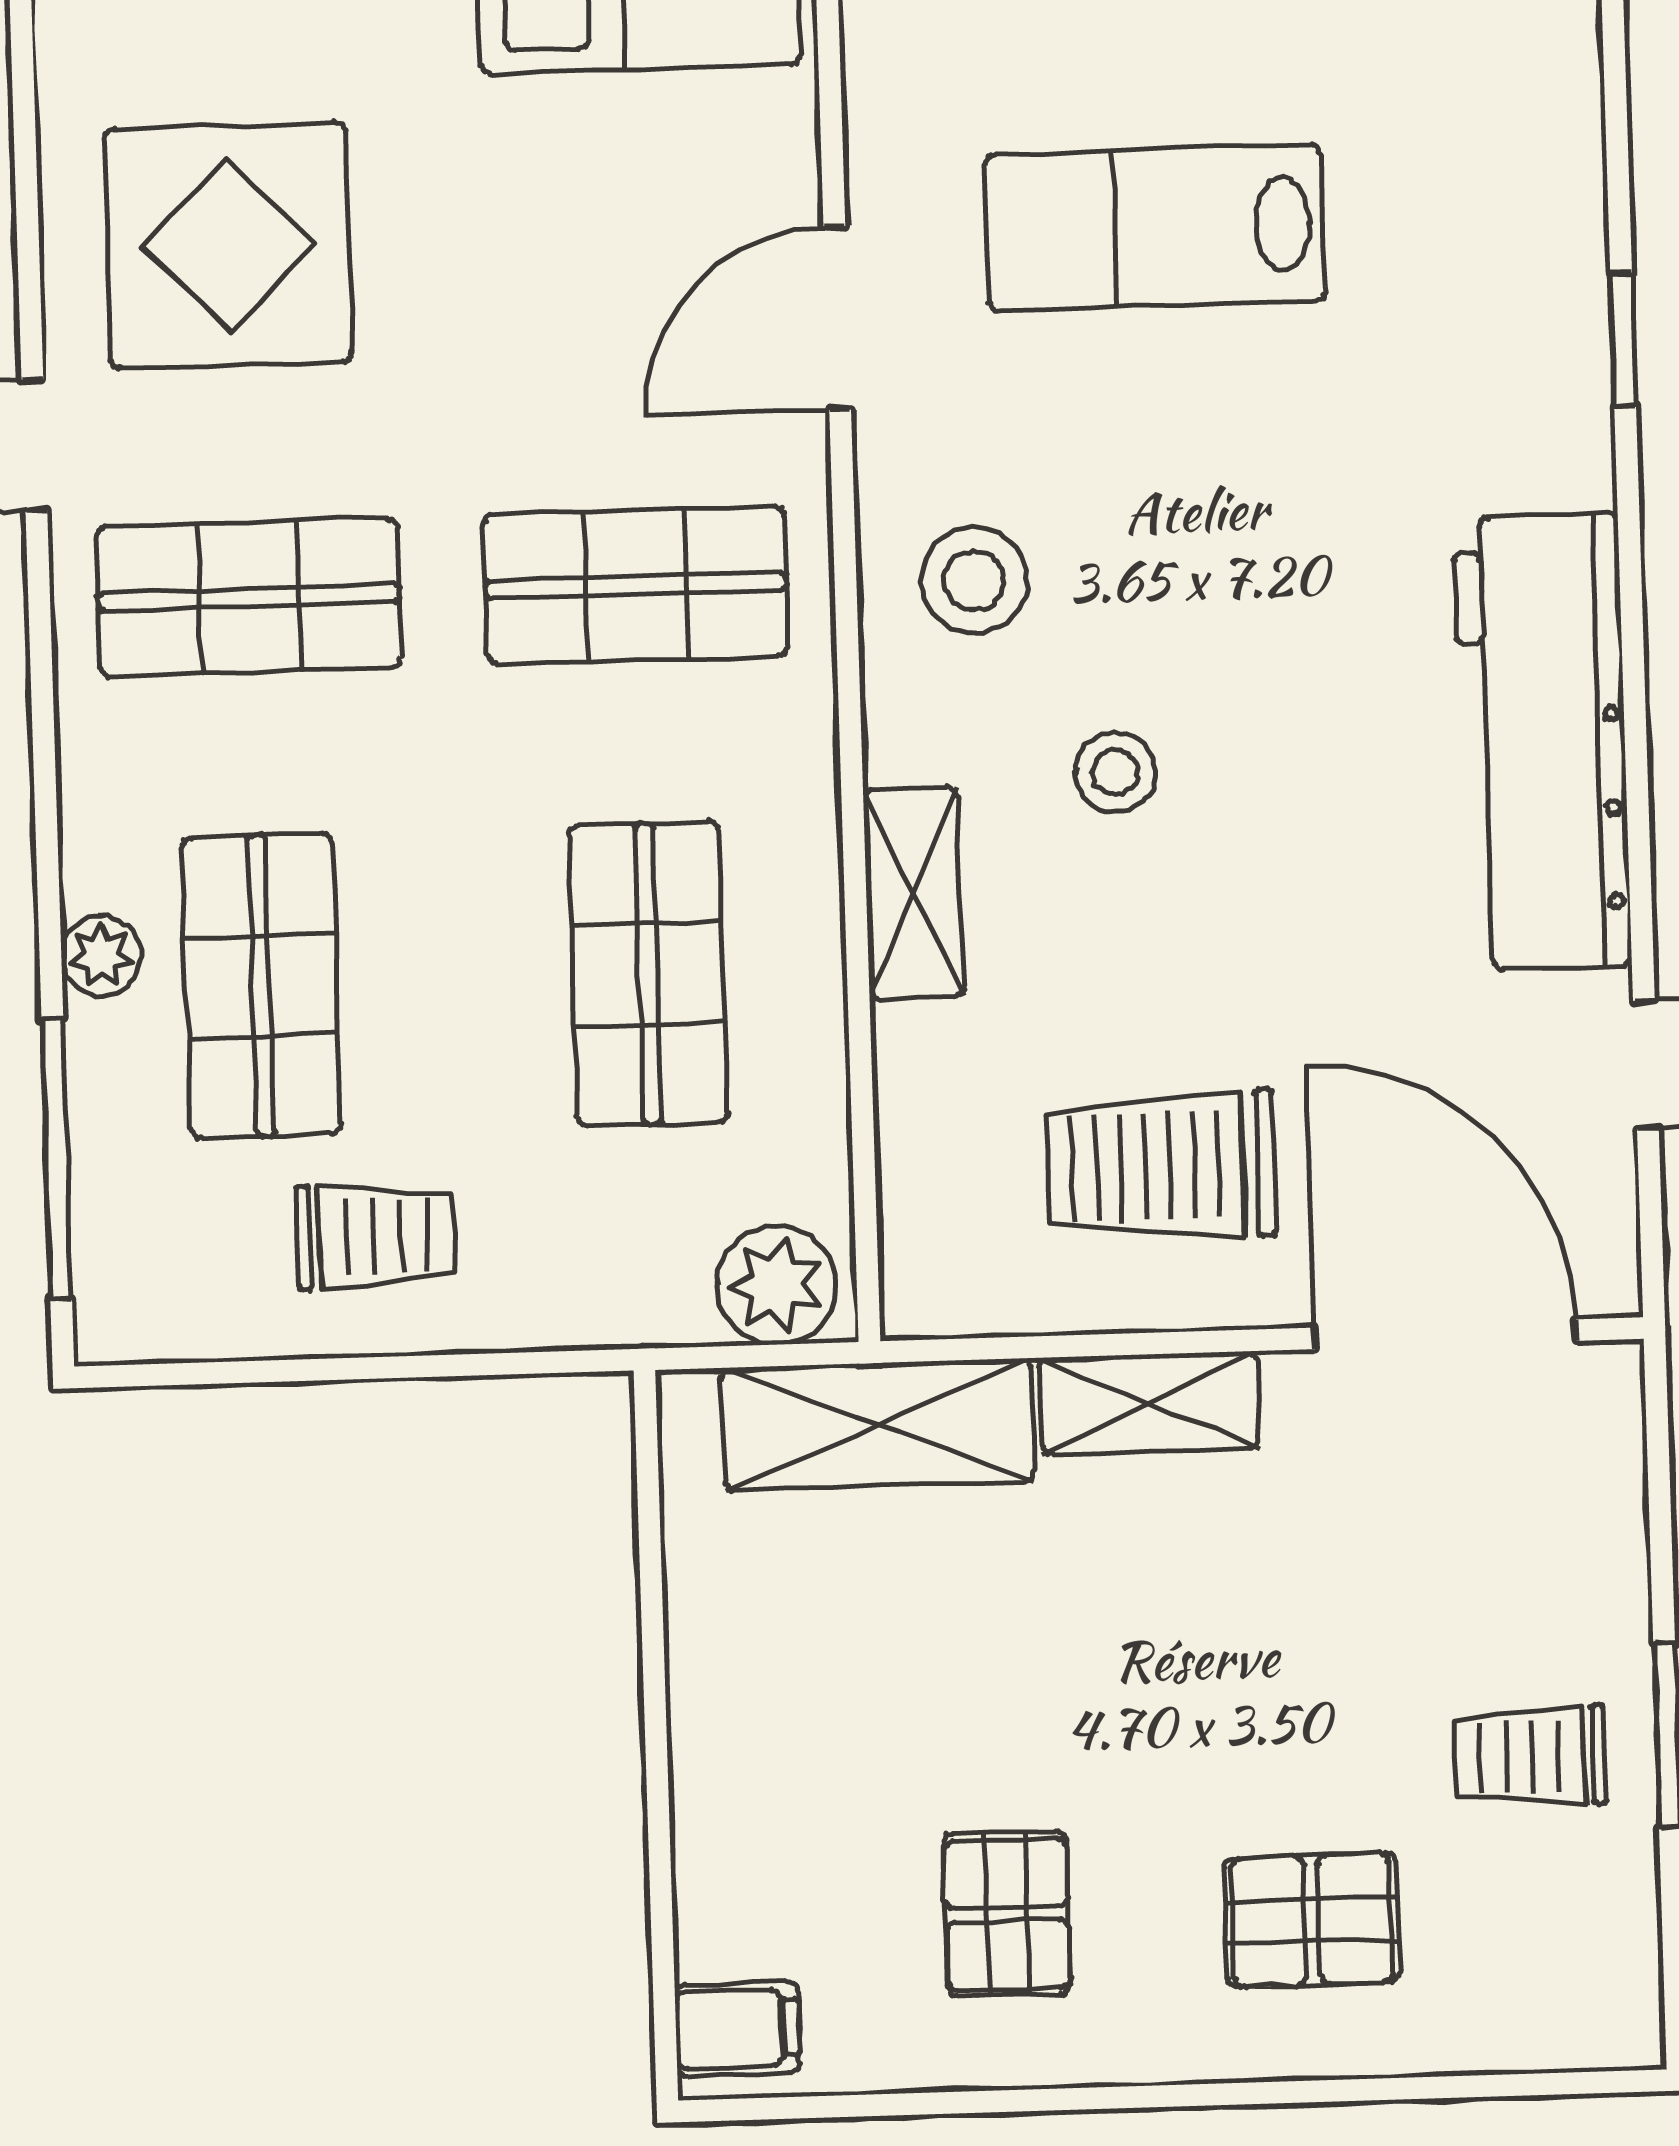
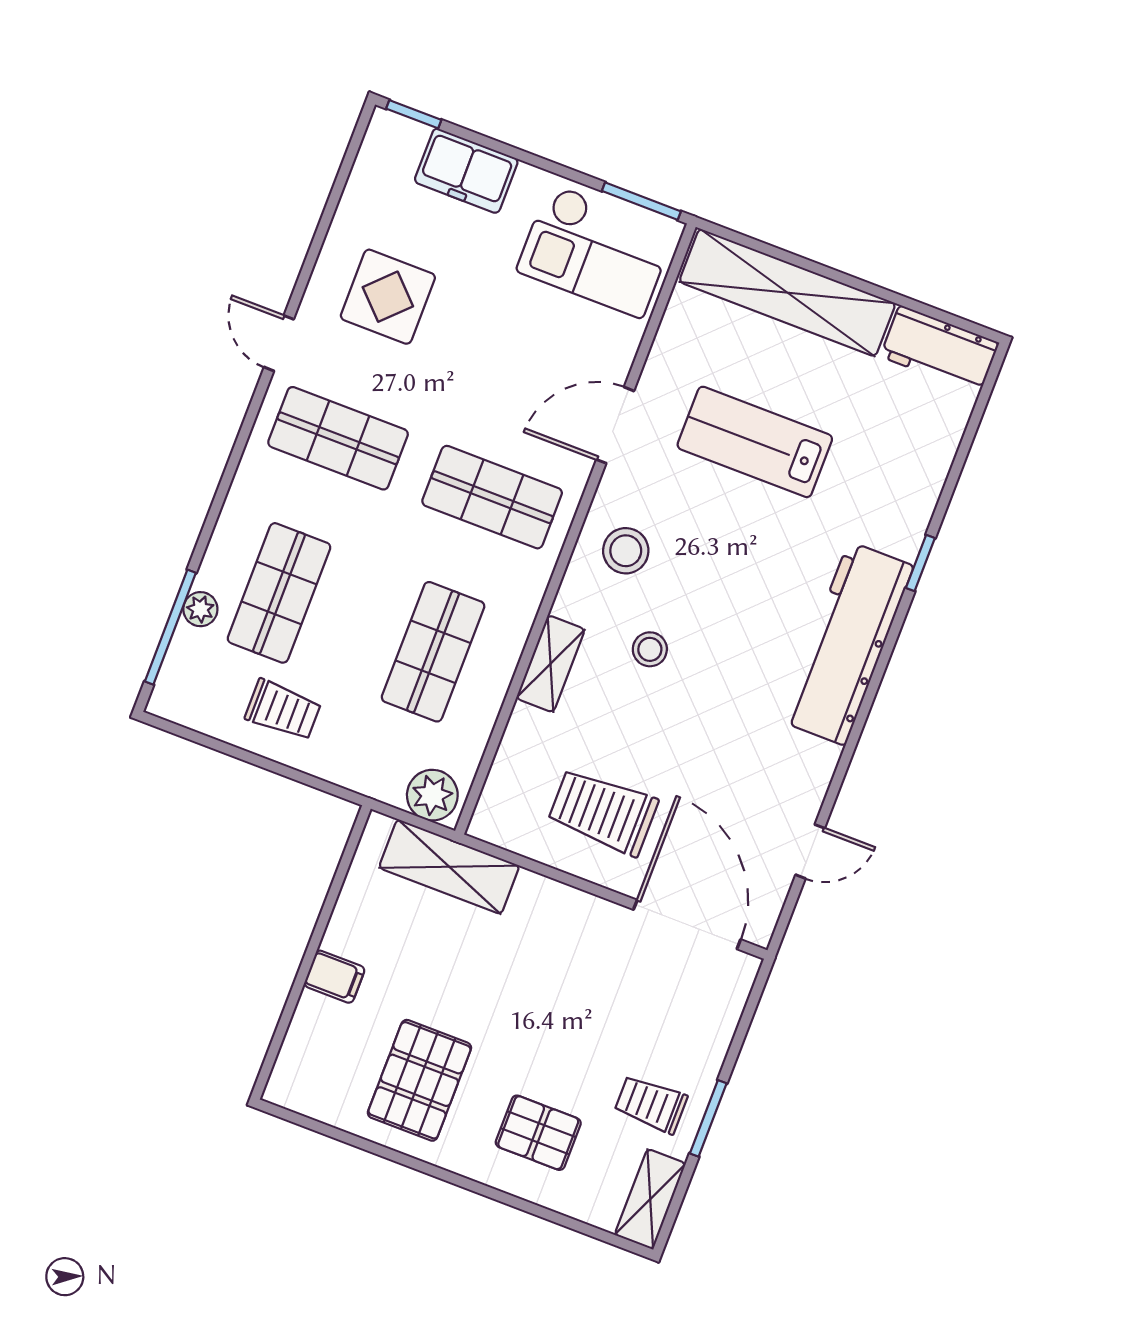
display table: (229, 246) -> (388, 297), width x0.73, depth x0.73
workbench: (1542, 741) -> (847, 644), moved
plant: (101, 956) -> (200, 609), moved
shelving: (1149, 1403) -> (650, 1199), moved, turned 90
pallet: (1007, 1914) -> (419, 1080), width x1.50, depth x1.42
filing cabinet: (737, 2029) -> (334, 977), moved

